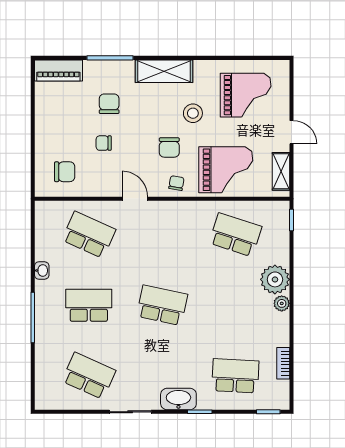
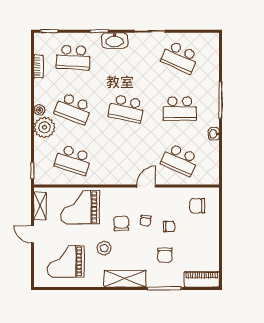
chair: (176, 183) -> (146, 221), moved
door: (135, 199) -> (146, 186), swing flipped
school desk: (235, 305) -> (73, 109), added

